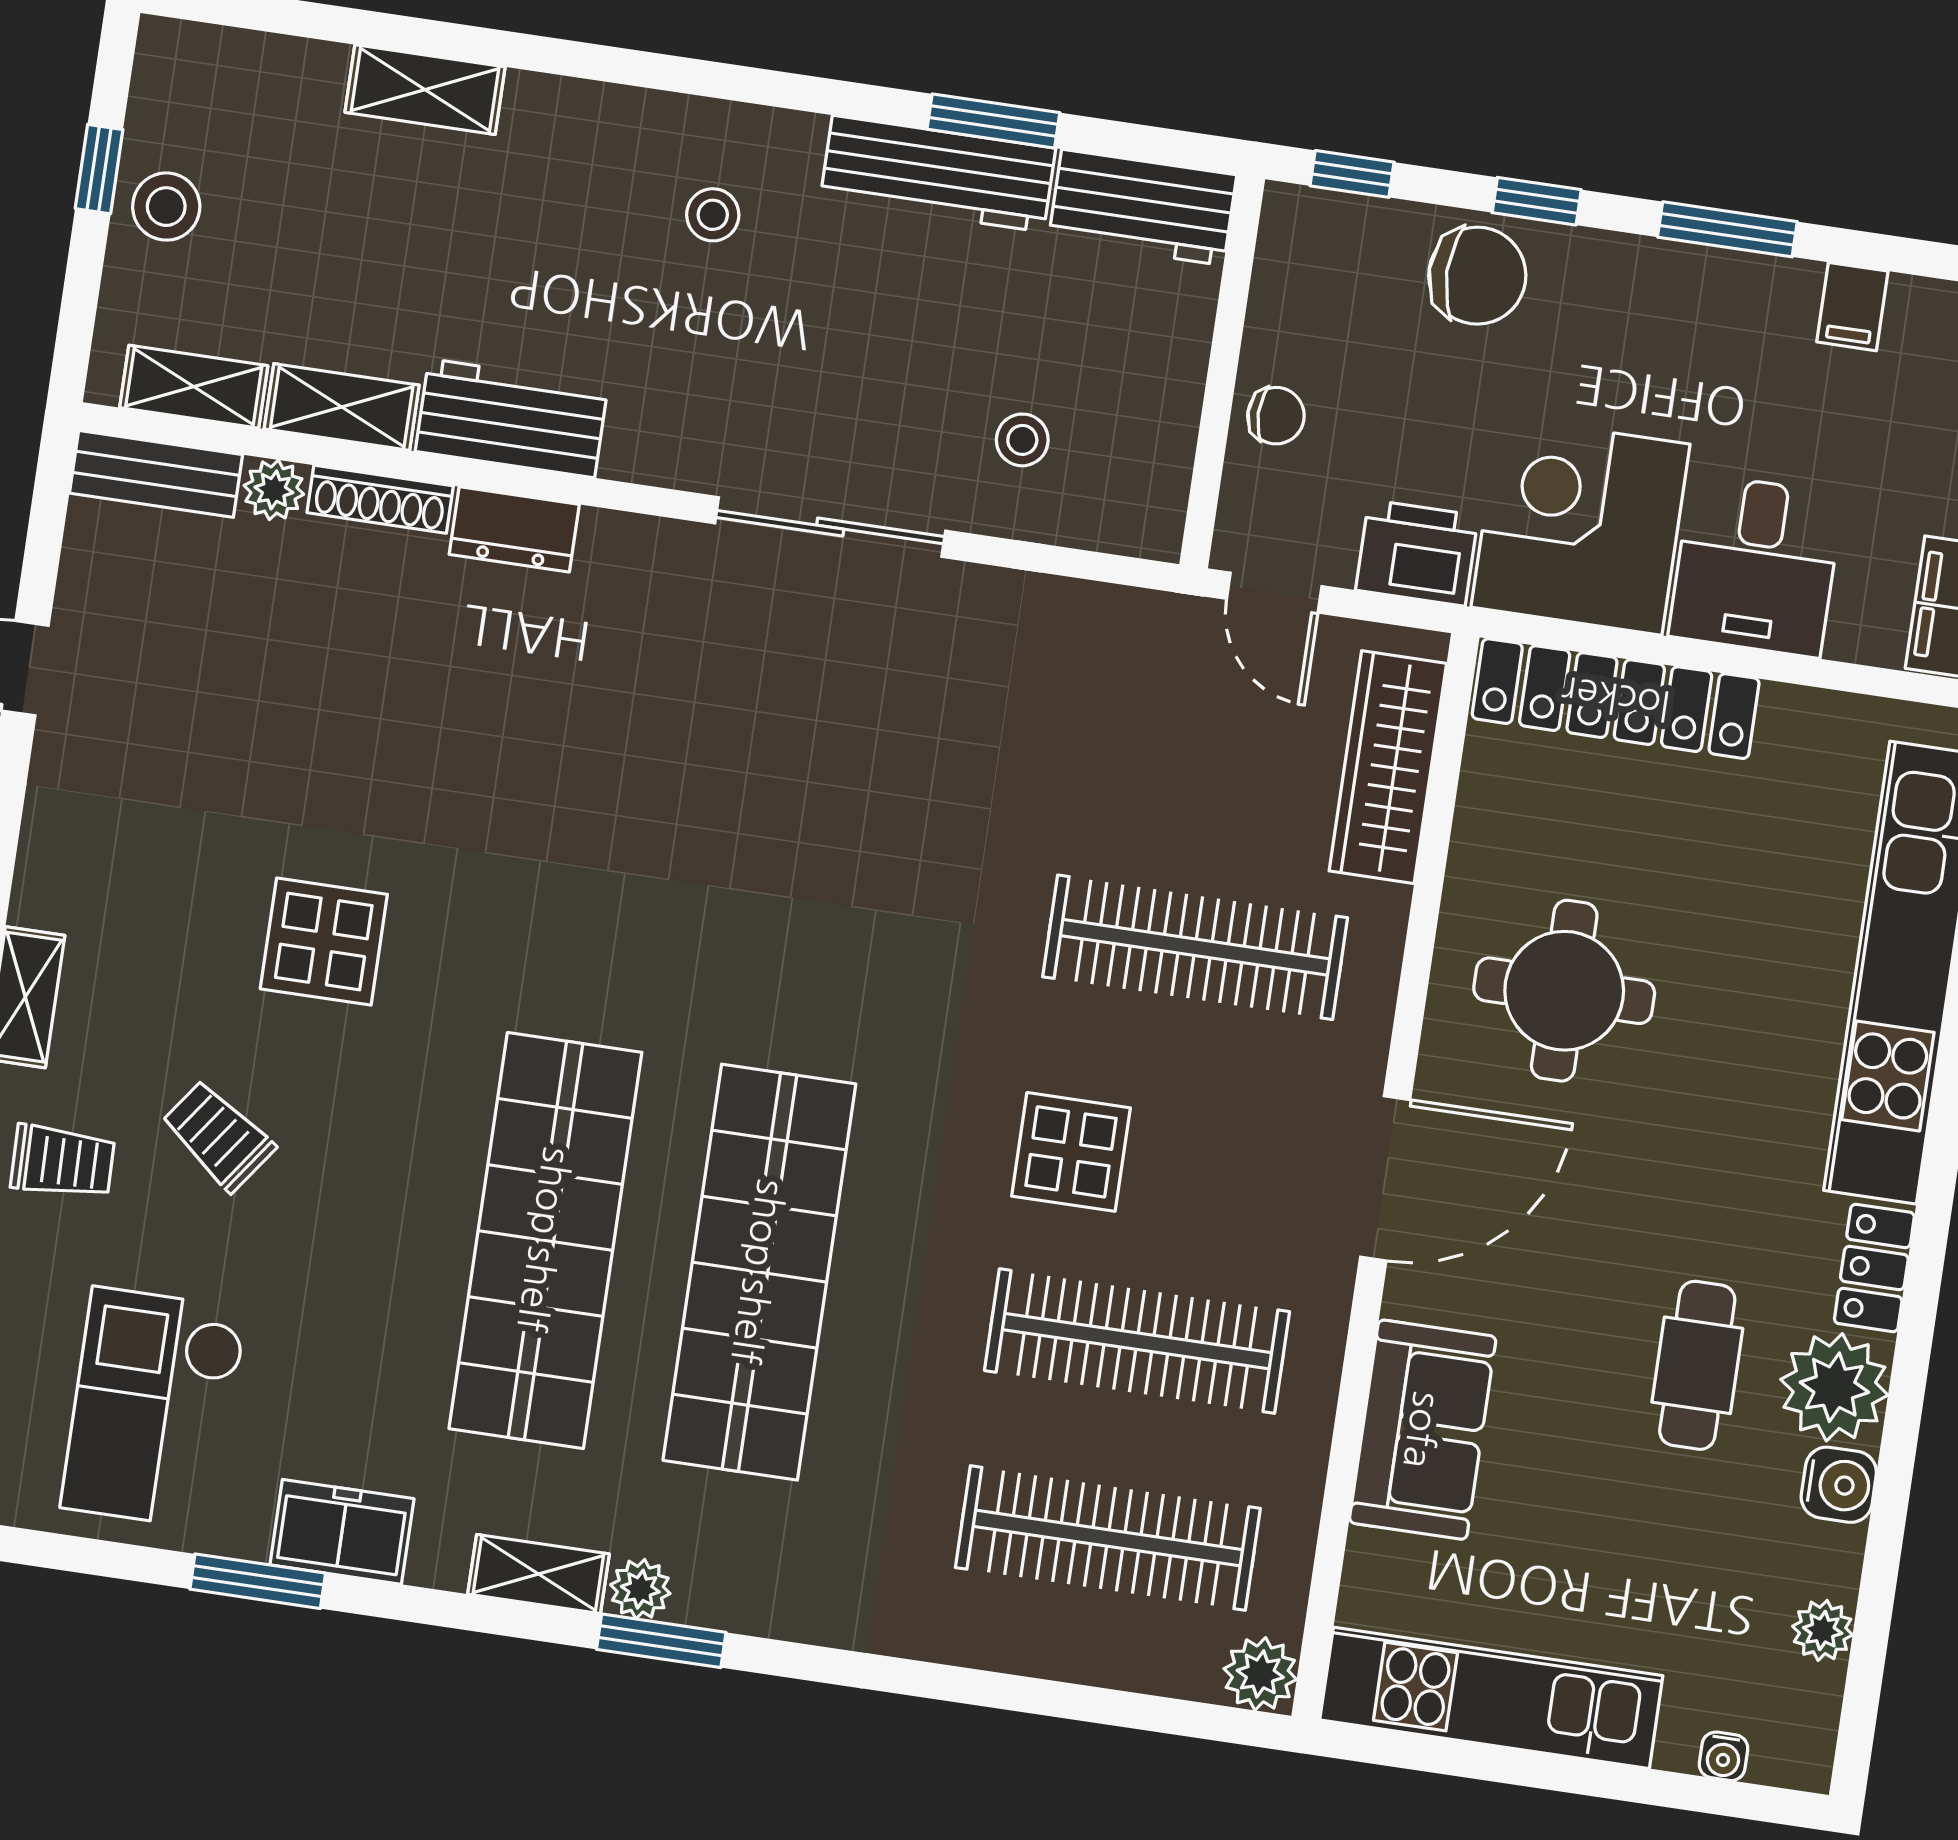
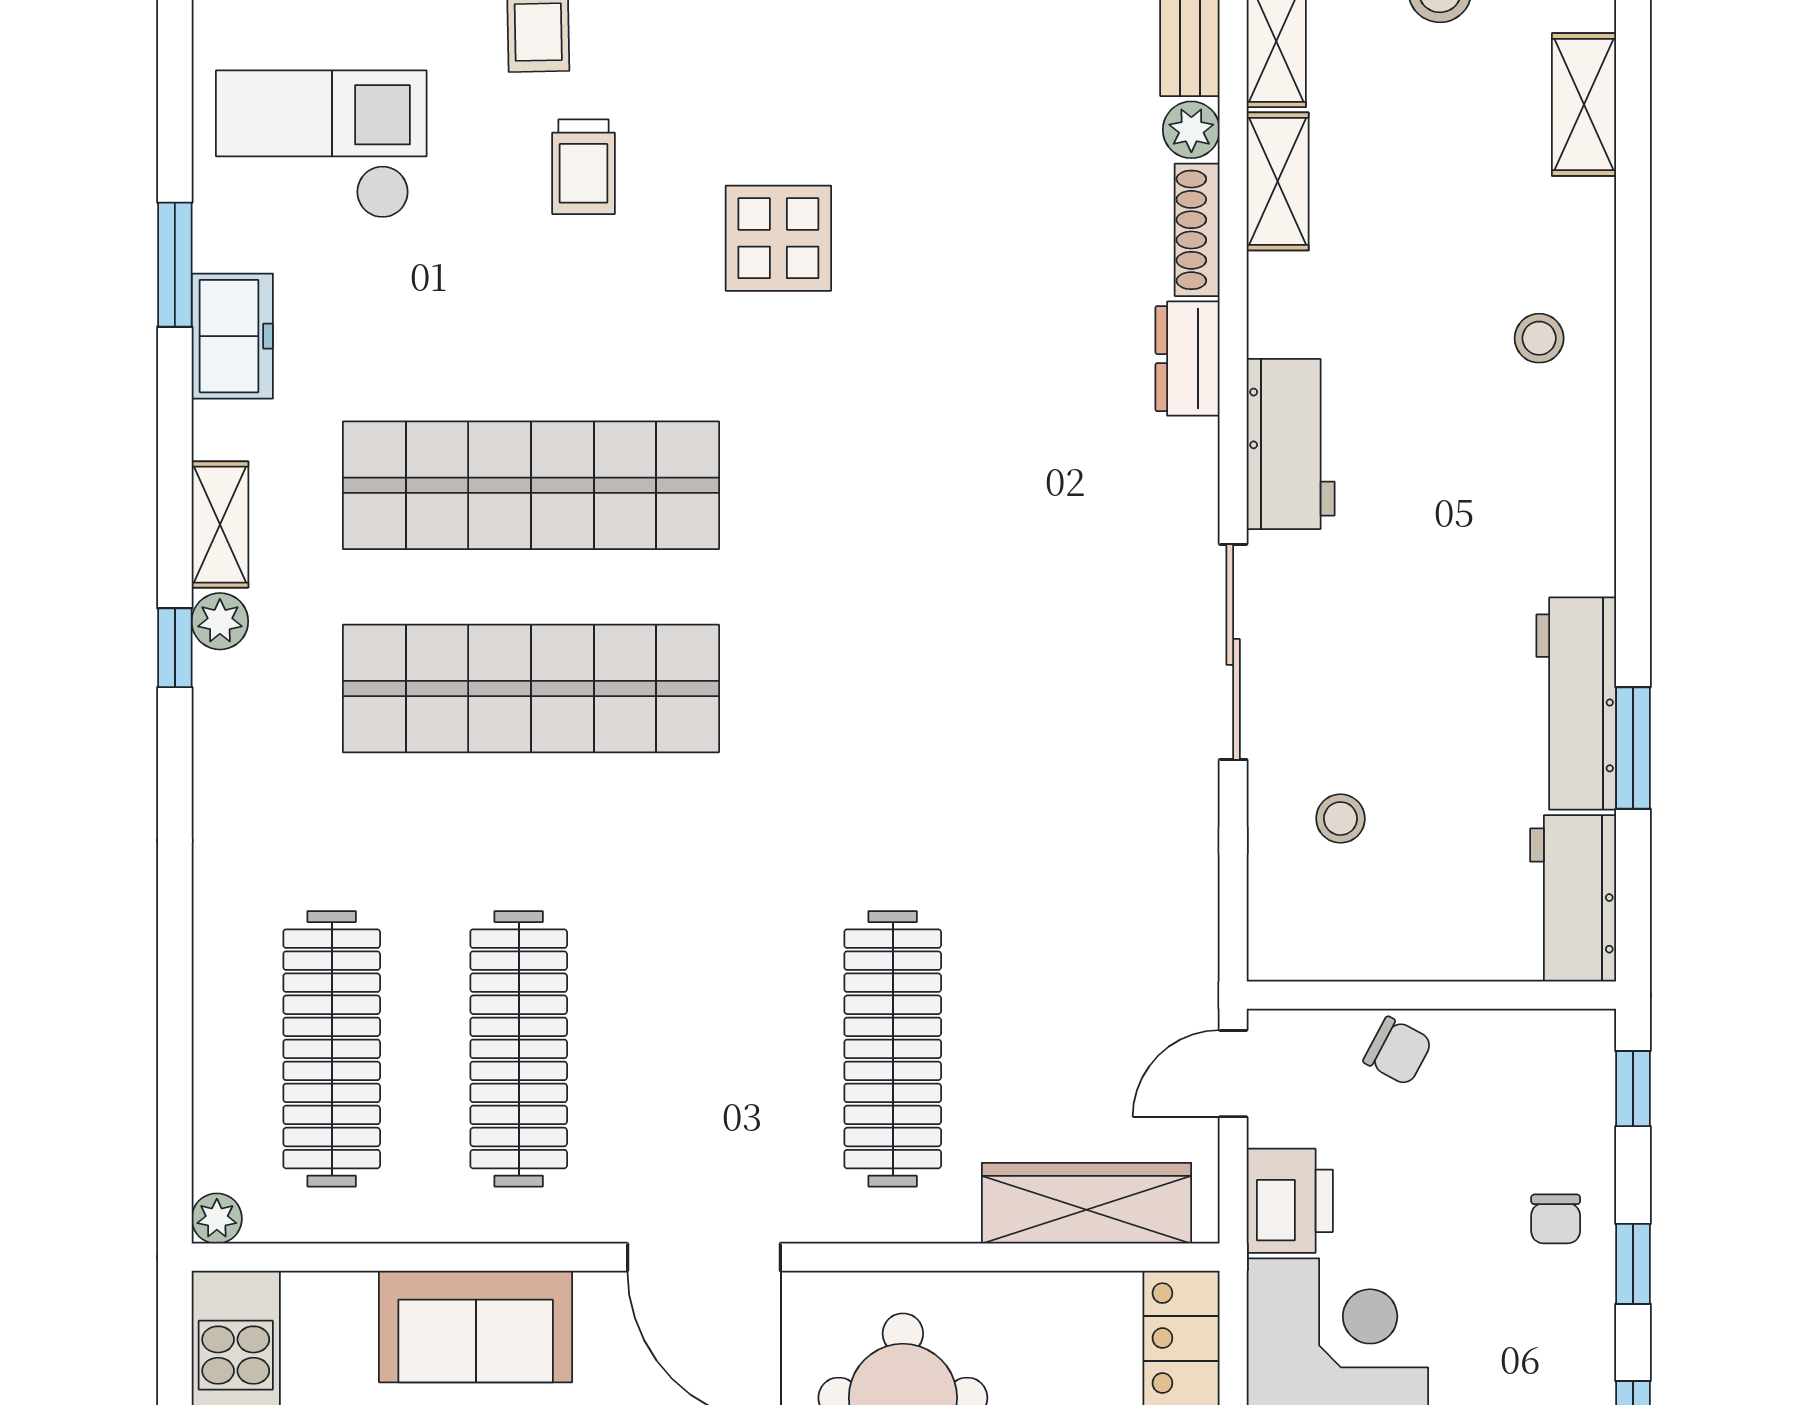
shelving: (425, 90) -> (1584, 105), moved
stool: (713, 215) -> (1539, 338), moved
chair: (1477, 276) -> (1556, 1219), width x0.54, depth x0.54
chair: (1276, 416) -> (1398, 1051), turned -62
workbench: (512, 418) -> (1291, 444), moved
trolley: (218, 1136) -> (583, 167), turned 144
display table: (1071, 1152) -> (685, 962), removed
window: (661, 1641) -> (175, 648), width x0.67
plant: (1260, 1674) -> (217, 1219), width x0.73, depth x0.73

